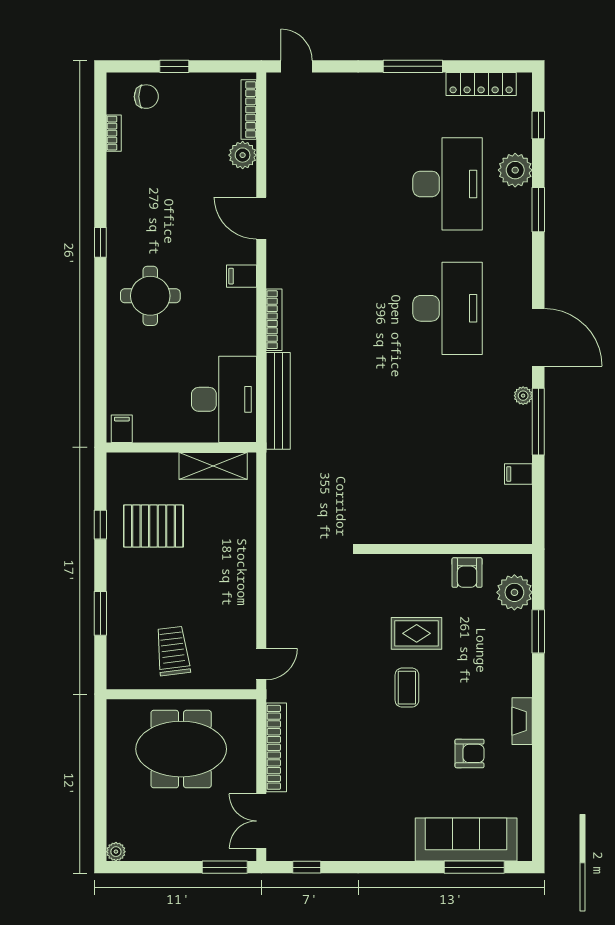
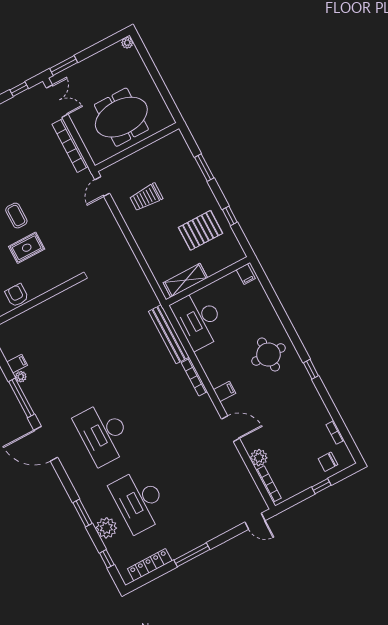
plant: (523, 396) -> (21, 377), moved
trolley: (173, 651) -> (146, 197), moved, turned 97

